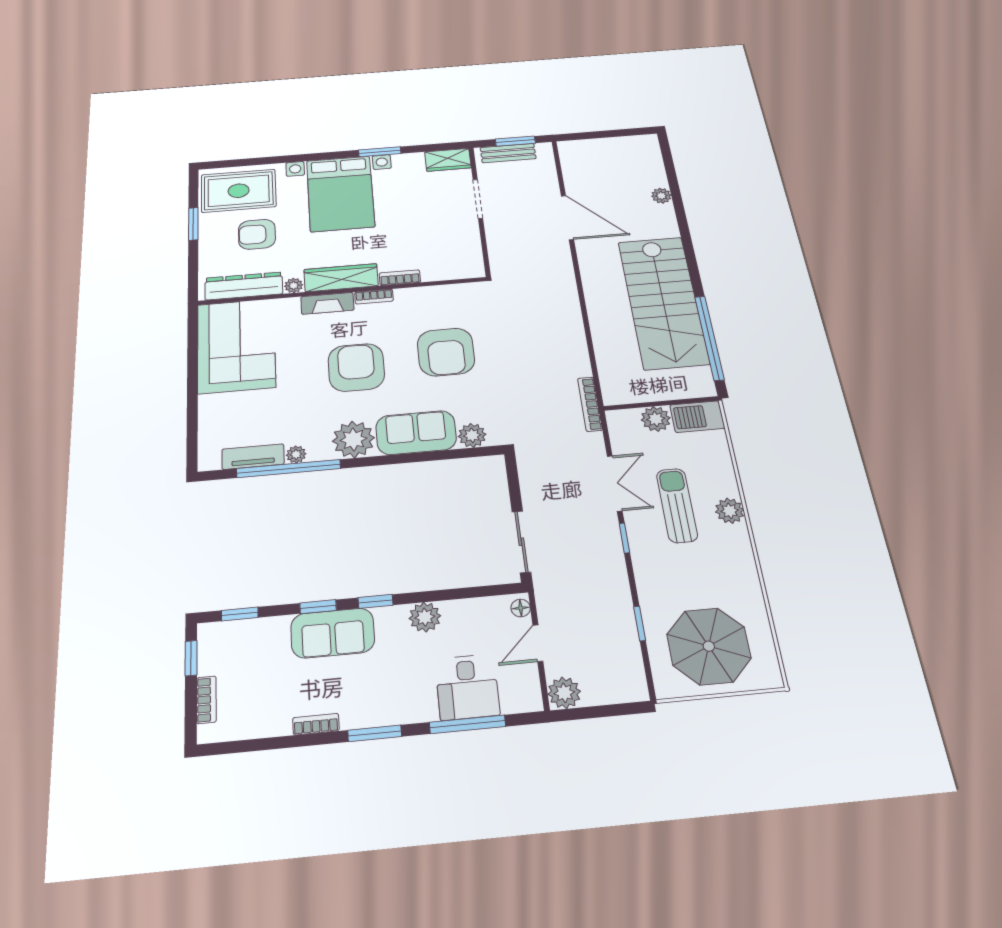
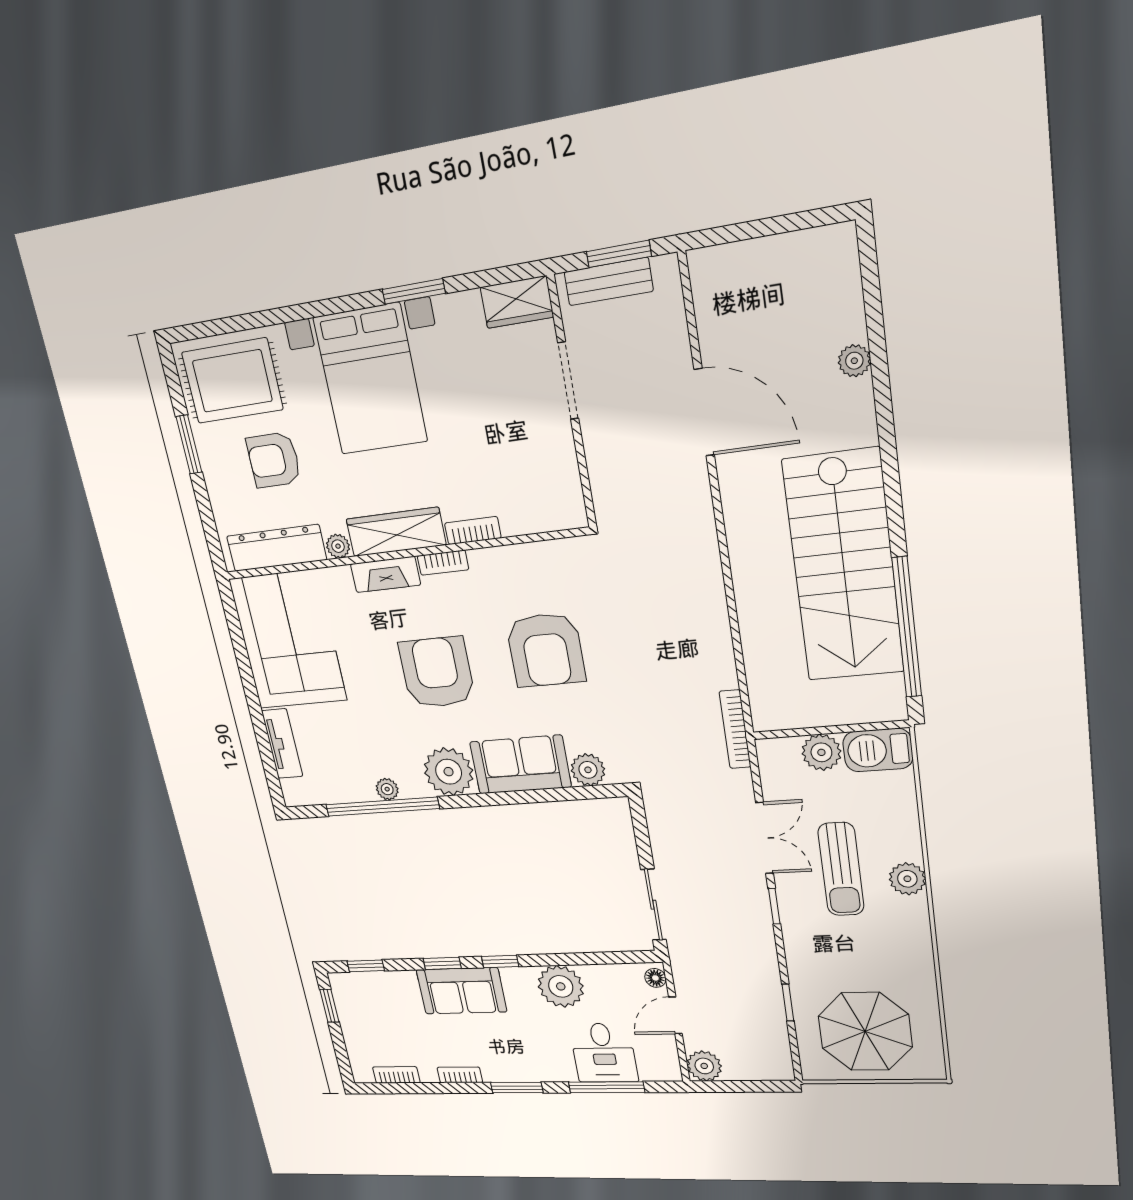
tv unit: (253, 457) -> (282, 744), moved, turned 90
sun lounger: (677, 505) -> (841, 869), turned 180
plant: (425, 617) -> (561, 986), width x1.36, depth x1.36
bookcase: (206, 700) -> (396, 1075), moved, turned -90

